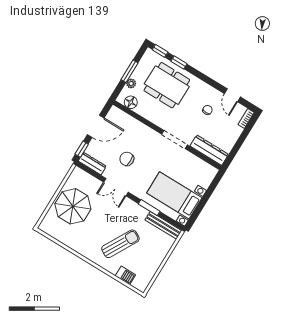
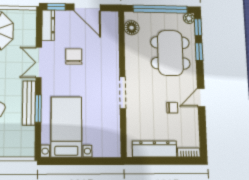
window: (129, 71) -> (160, 9), width x2.11
plant: (131, 83) -> (189, 18), moved
door: (232, 95) -> (201, 98), moved
dresser: (209, 150) -> (155, 149), moved, turned -90
bench: (163, 225) -> (29, 103), moved

